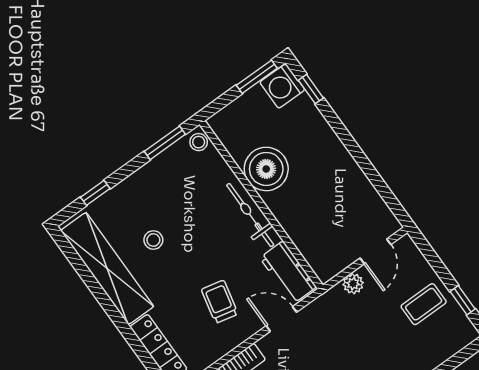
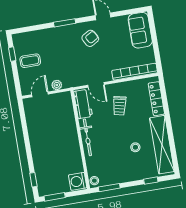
washing machine: (282, 86) -> (78, 181), moved, turned 180
boiler: (266, 169) -> (70, 154), removed

